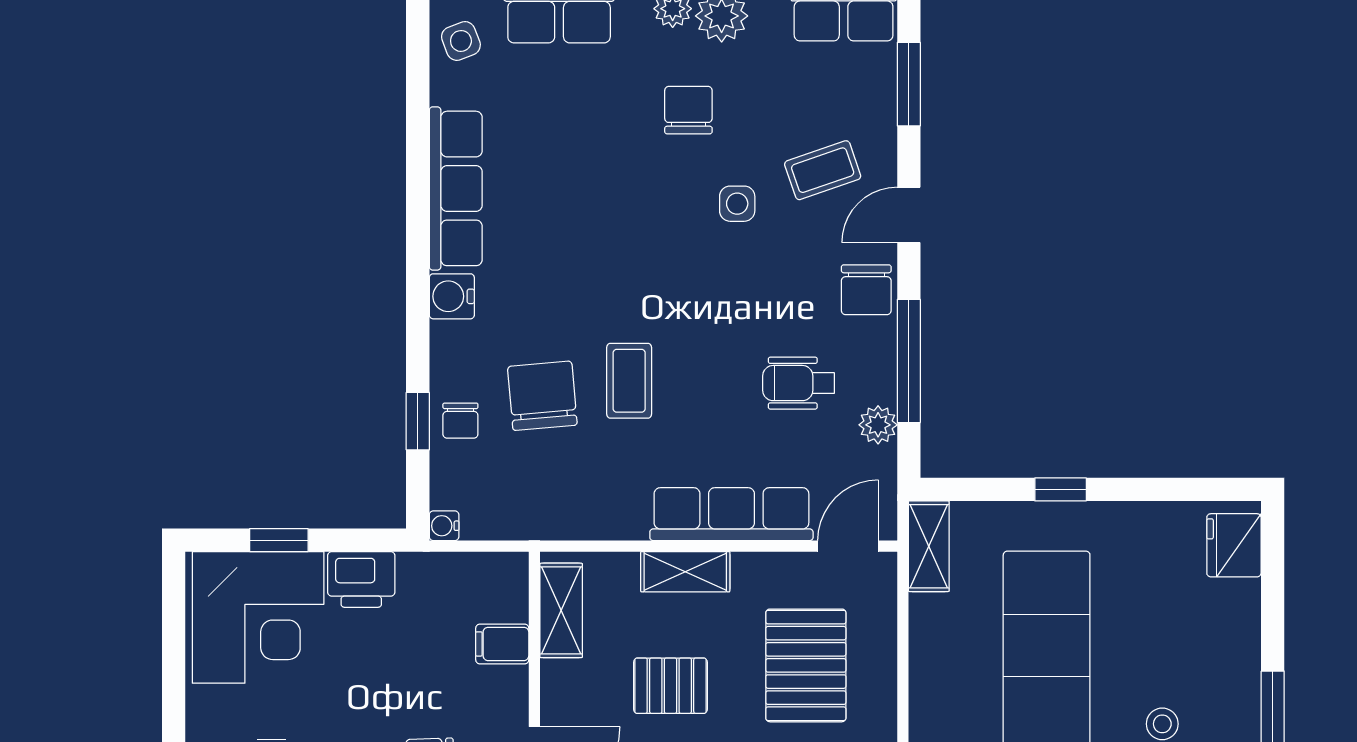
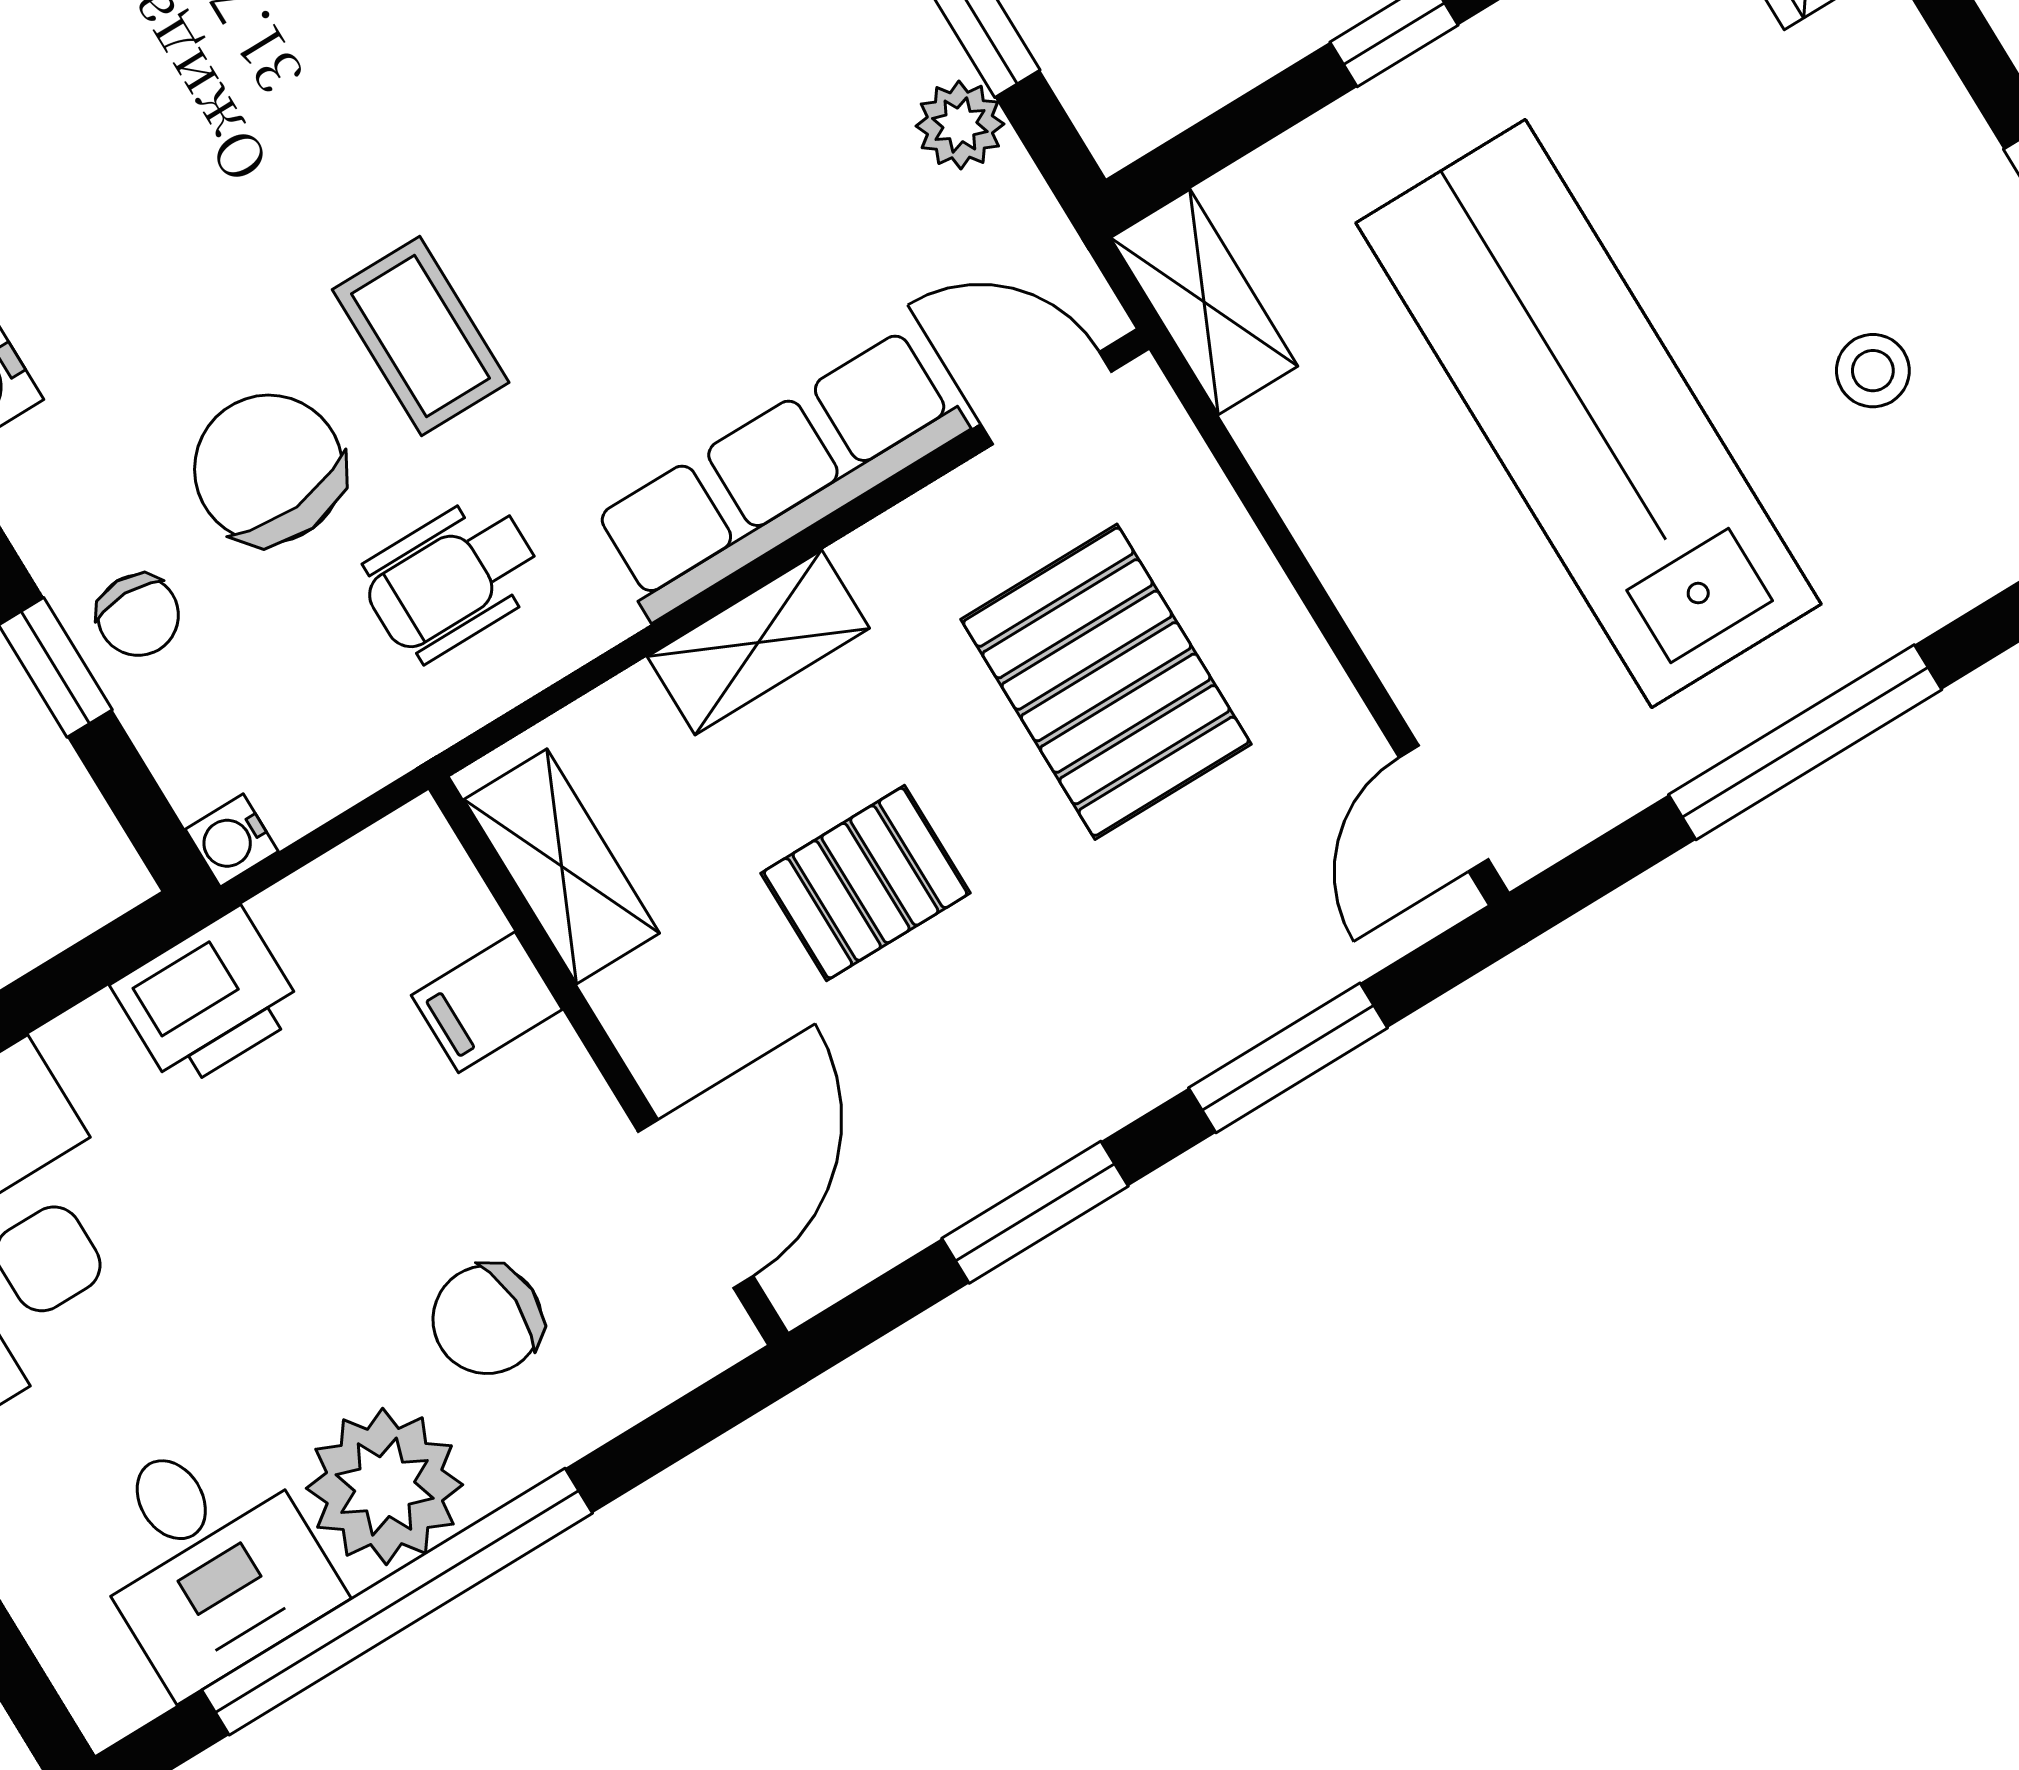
wheelchair: (799, 383) -> (452, 579), moved
door: (848, 546) -> (1046, 398), hinge flipped
printer: (361, 579) -> (208, 999), moved

